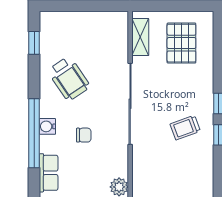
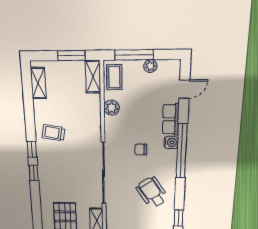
water cooler: (47, 126) -> (171, 142), moved
trolley: (185, 128) -> (53, 133), moved, turned -150

